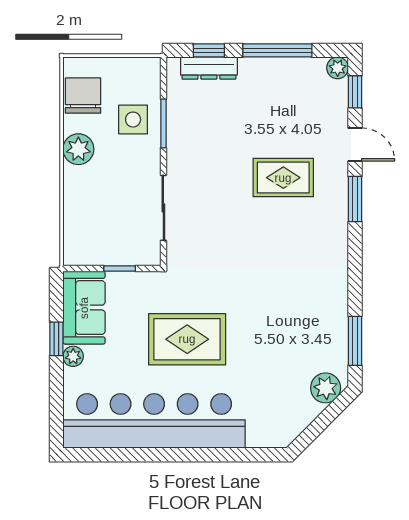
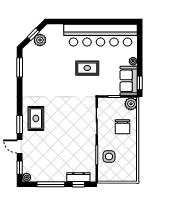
chair: (83, 96) -> (123, 127), moved
plant: (78, 149) -> (131, 104), moved
rug: (283, 178) -> (36, 118), moved, turned 90
window: (56, 339) -> (140, 83), moved
rug: (187, 339) -> (87, 68), width x0.73, depth x0.70
plant: (326, 388) -> (40, 40), moved
window: (321, 423) -> (33, 34), added

